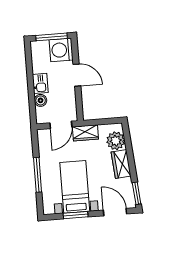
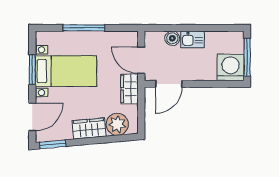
door: (77, 75) -> (169, 84), moved

